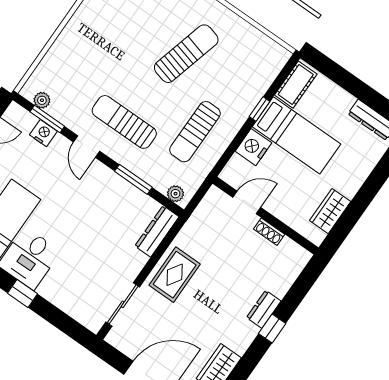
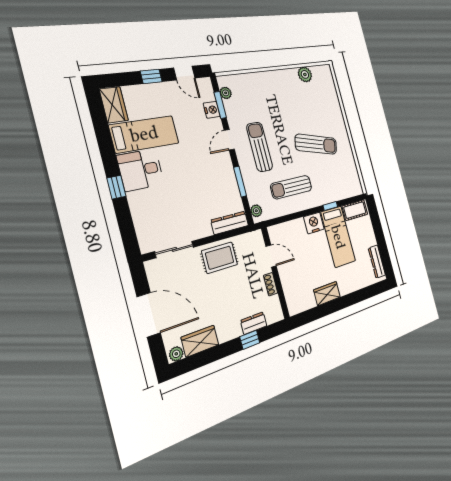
door: (247, 202) -> (271, 256), moved
wall: (265, 216) -> (275, 273), moved
shoe rack: (269, 232) -> (271, 284), moved

